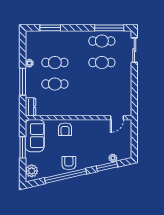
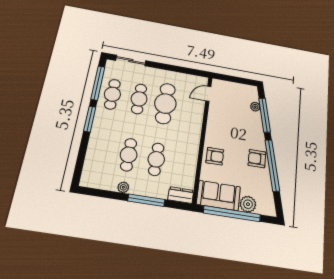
window: (50, 28) -> (90, 119), moved
cafe table: (102, 84) -> (165, 104), added
door: (117, 118) -> (208, 94), swing flipped
window: (23, 147) -> (232, 214), width x2.11
window: (107, 166) -> (265, 115), width x1.44
plant: (32, 171) -> (248, 204), moved

